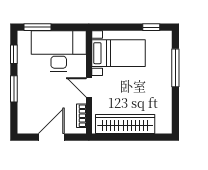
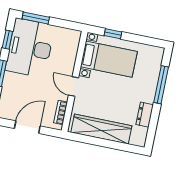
window: (151, 27) -> (113, 34), moved
desk: (59, 51) -> (30, 48), moved, turned -90
dresser: (165, 101) -> (145, 115), added

